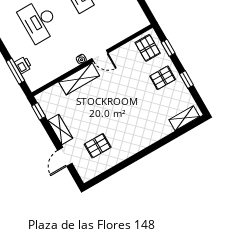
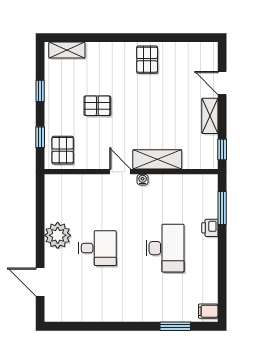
printer: (23, 65) -> (210, 228), moved
pallet: (163, 78) -> (97, 106), moved
pallet: (98, 146) -> (147, 60), moved, turned 90
door: (65, 157) -> (222, 83), swing flipped

